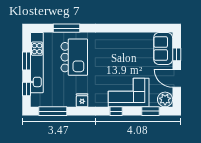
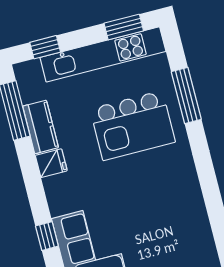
window: (26, 61) -> (124, 27), moved
kitchen counter: (64, 101) -> (41, 127), added

